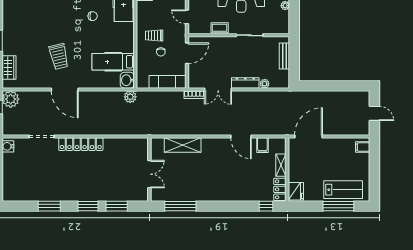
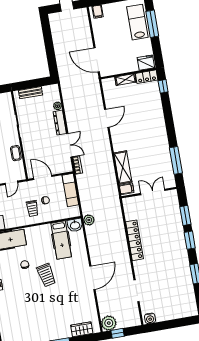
trolley: (59, 56) -> (46, 275), moved, turned 91
locker: (81, 144) -> (135, 240), moved
filing cabinet: (262, 145) -> (127, 189), moved

